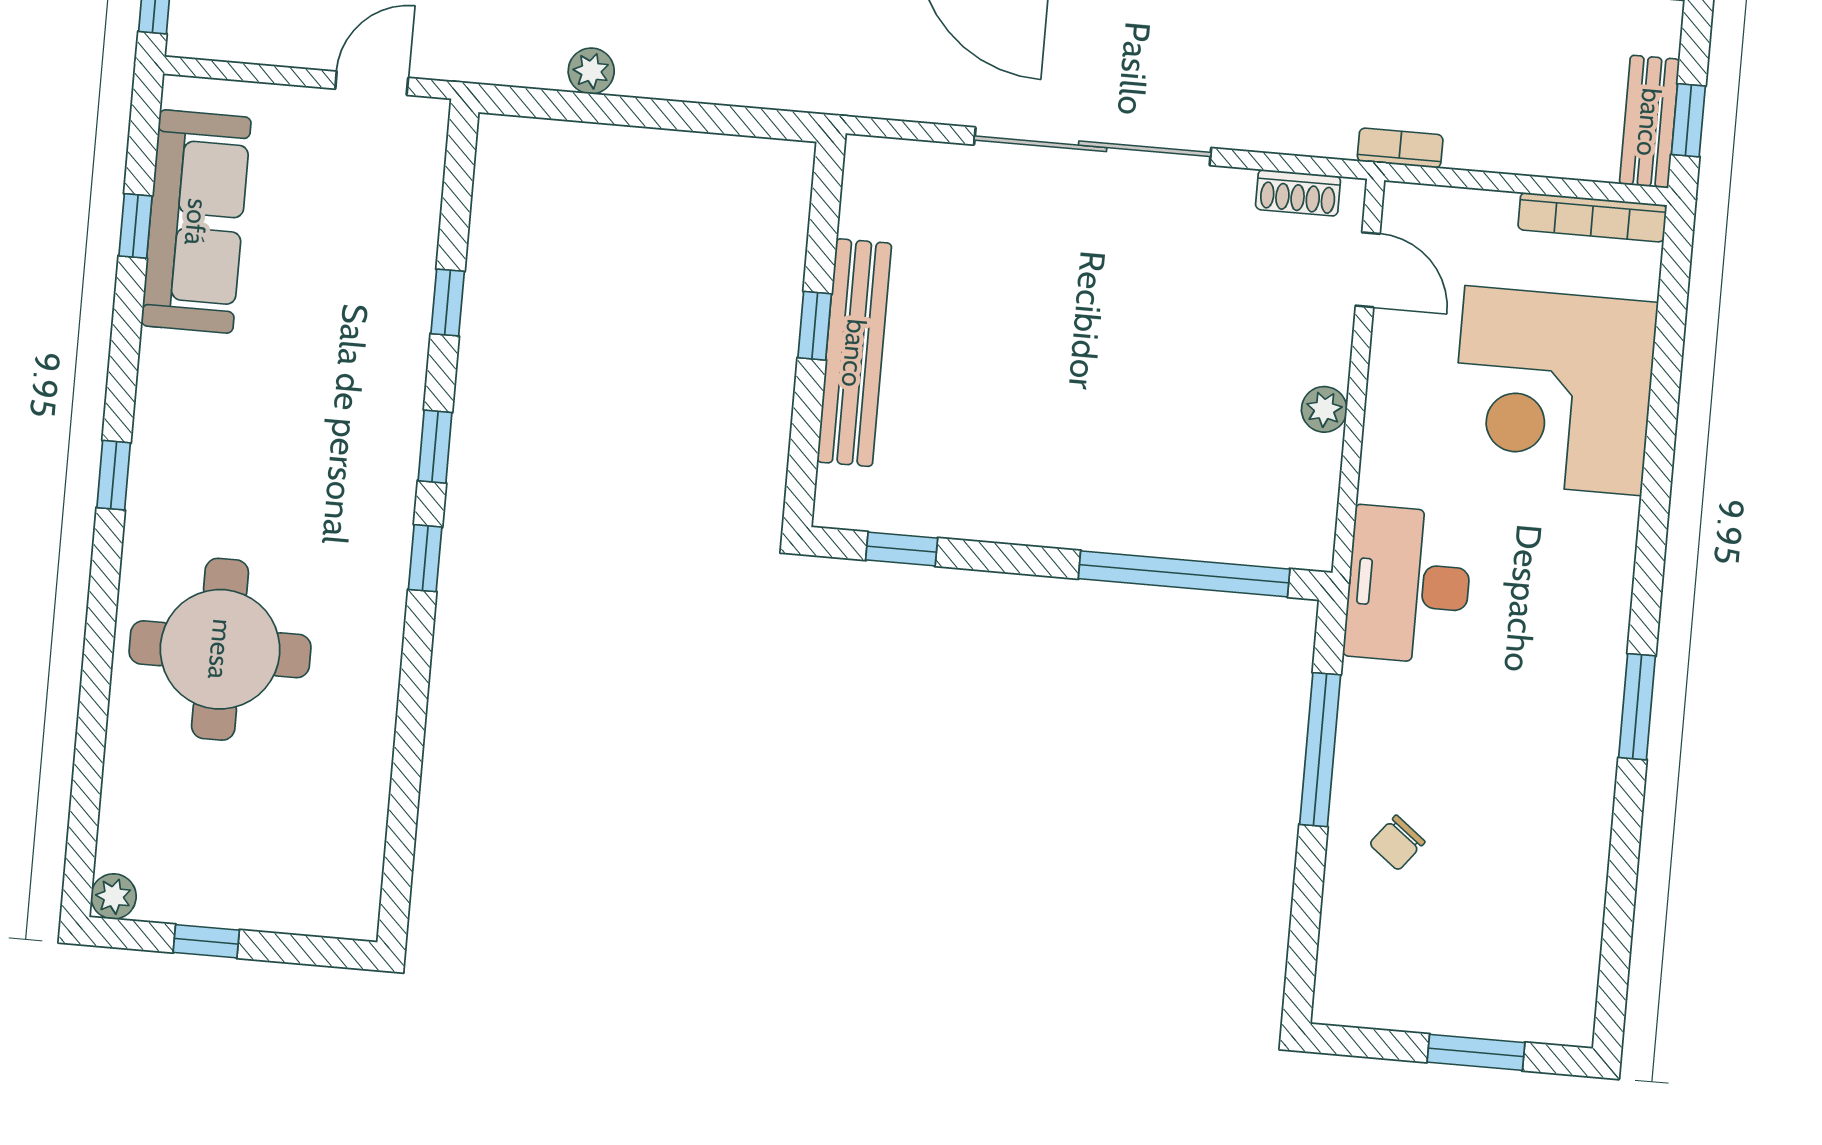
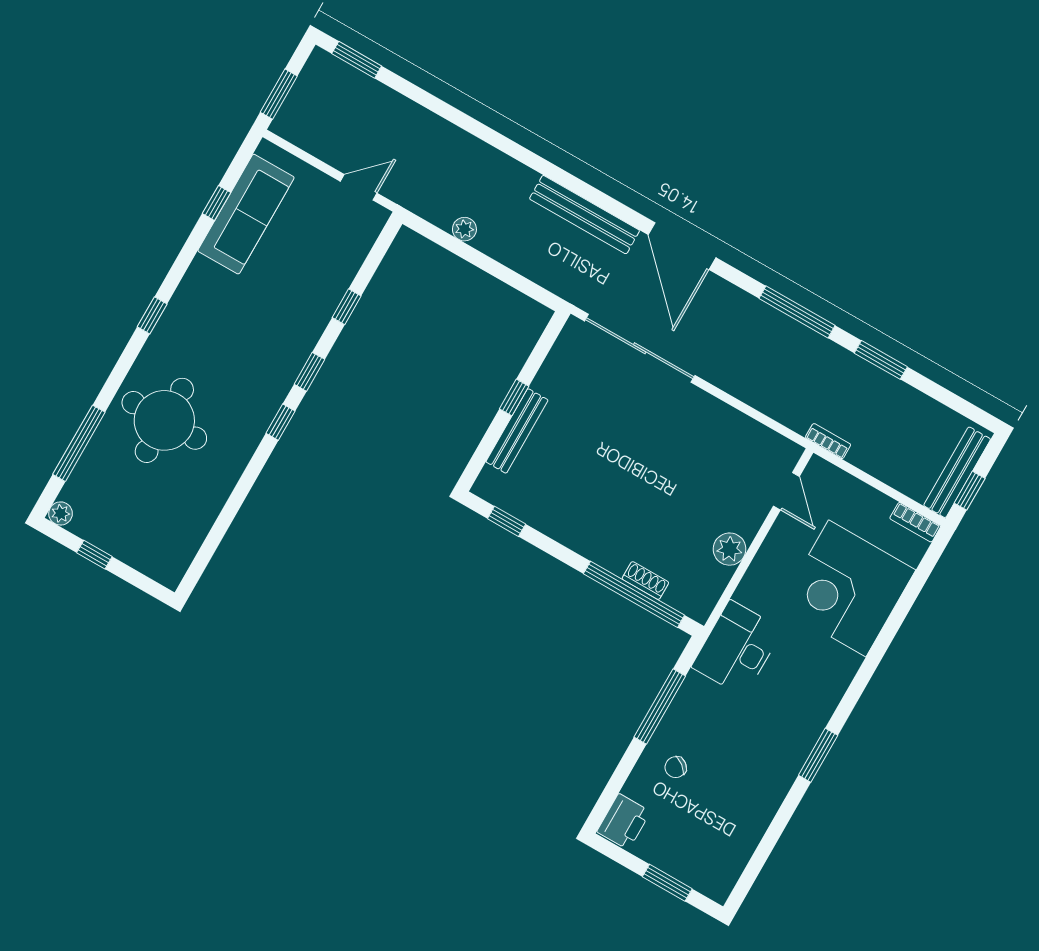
bench: (1649, 122) -> (957, 472), width x1.36
sliding door: (1093, 146) -> (640, 348), moved
shoe rack: (1298, 193) -> (645, 581), moved, turned 180
bookcase: (1592, 217) -> (915, 522), width x0.64
bench: (854, 353) -> (517, 431), width x0.73, depth x0.82
plant: (1324, 409) -> (730, 549), width x1.38, depth x1.38
window: (89, 759) -> (79, 443), added
printer: (1350, 980) -> (624, 822), added

